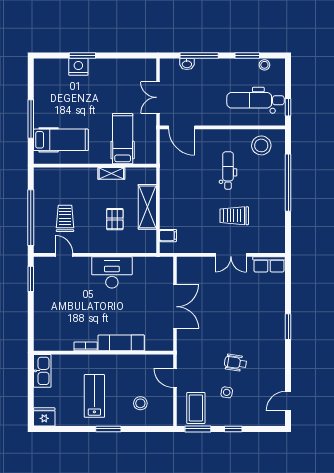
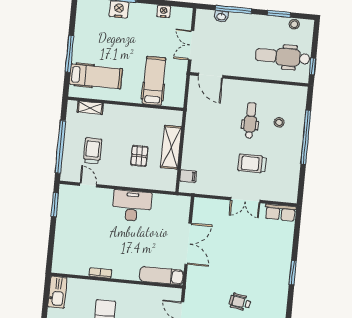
nightstand: (126, 65) -> (164, 11), added
stool: (261, 145) -> (279, 122), moved, width x0.53, depth x0.53
shelving: (111, 173) -> (90, 108), moved
exam couch: (121, 343) -> (162, 276), moved

